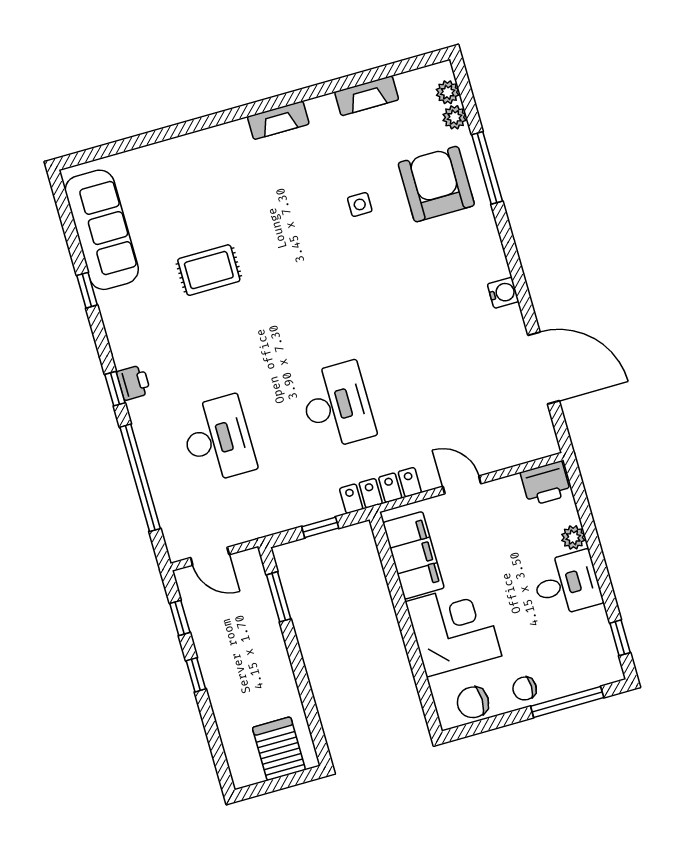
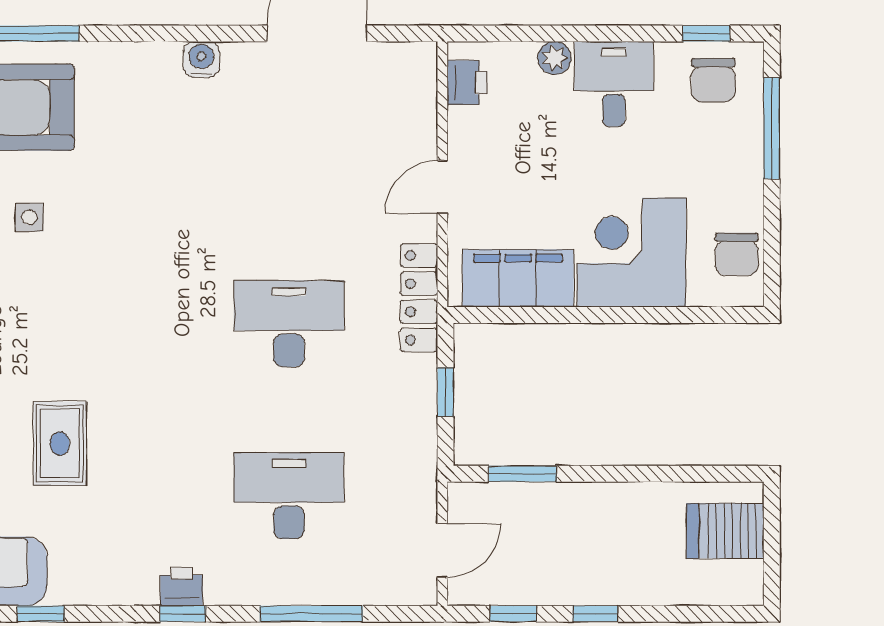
window: (140, 478) -> (311, 614), width x0.68
printer: (546, 483) -> (467, 83), width x0.73, depth x0.81
chair: (525, 688) -> (713, 80), moved, width x1.37, depth x1.37

